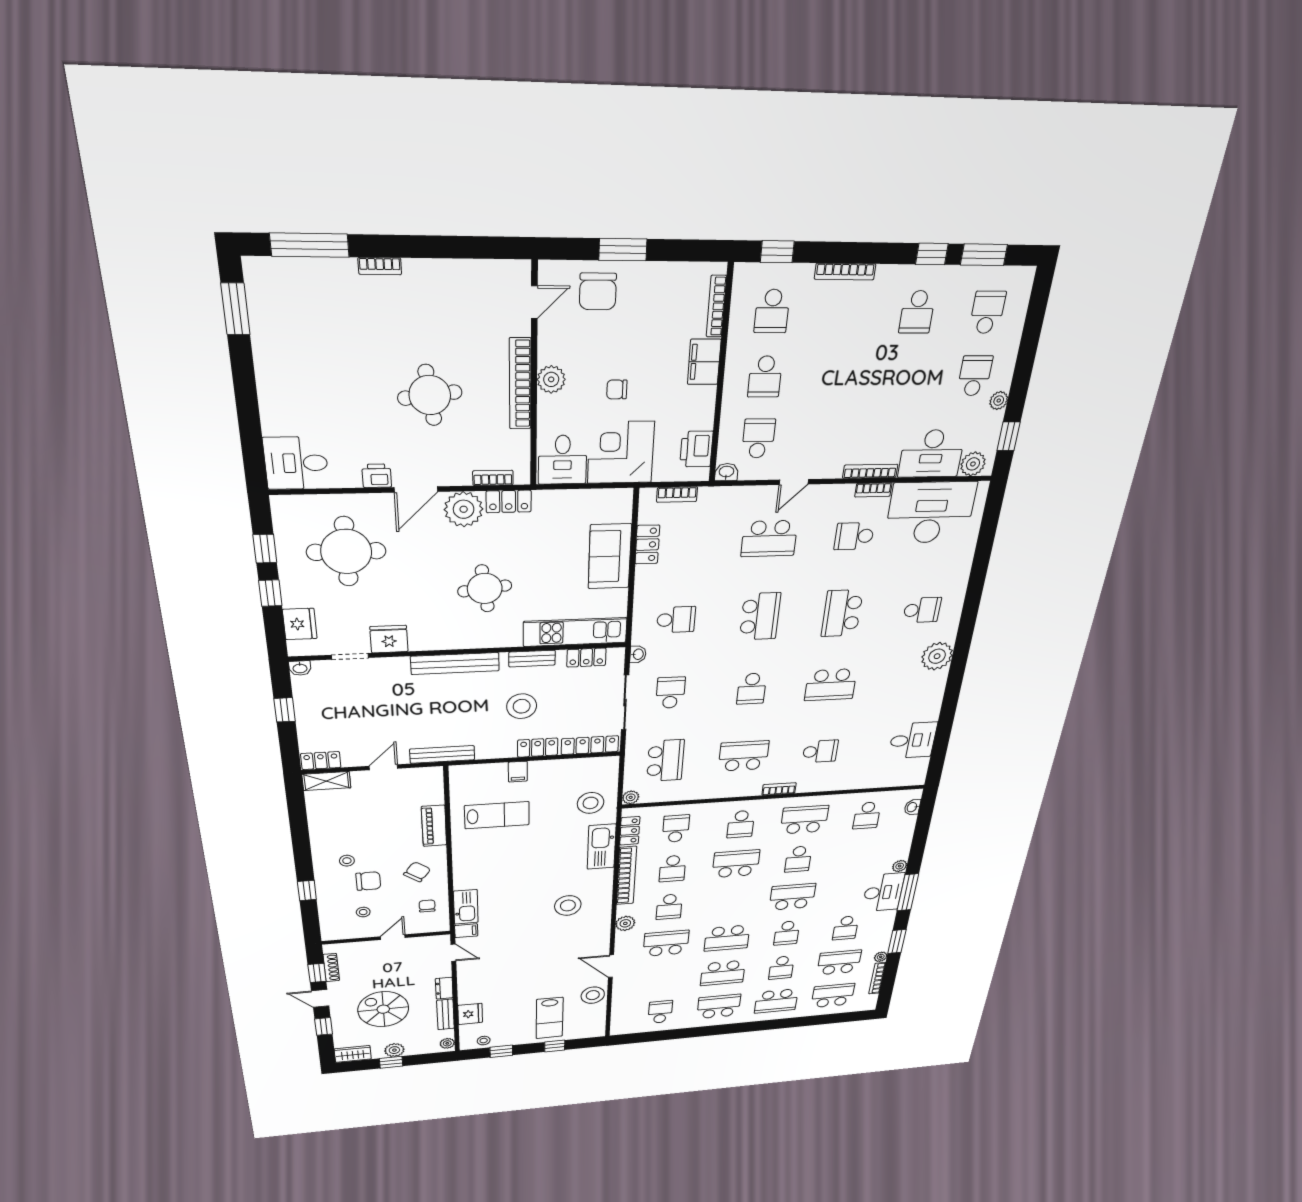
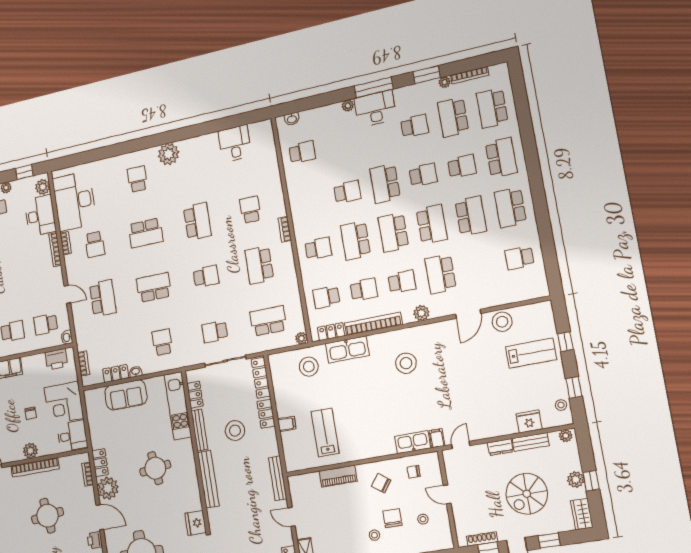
washbasin: (638, 654) -> (136, 372), moved
bench: (532, 659) -> (199, 430), width x1.36
school desk: (804, 820) -> (393, 232), moved

